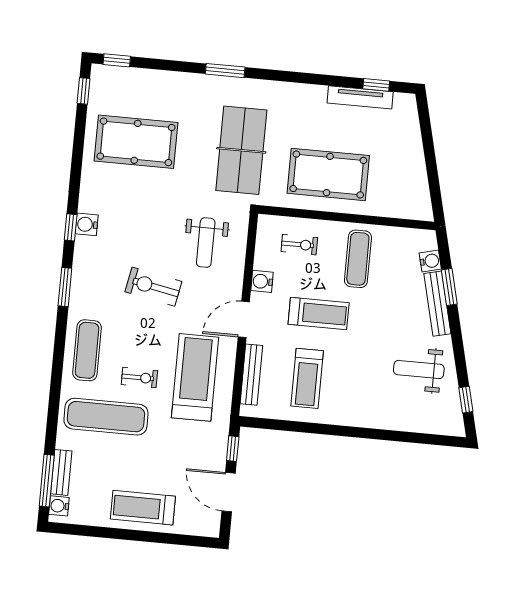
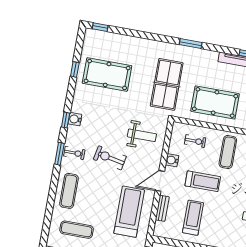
window: (225, 71) -> (191, 44), moved
window: (83, 91) -> (75, 69), moved
weight bench: (206, 243) -> (142, 135), turned -90
bench: (251, 375) -> (162, 208), width x0.73
exercise bike: (139, 378) -> (74, 153), moved
treadmill: (307, 378) -> (193, 218), turned 180
exercise mat: (106, 417) -> (77, 230), width x0.73, depth x0.69

